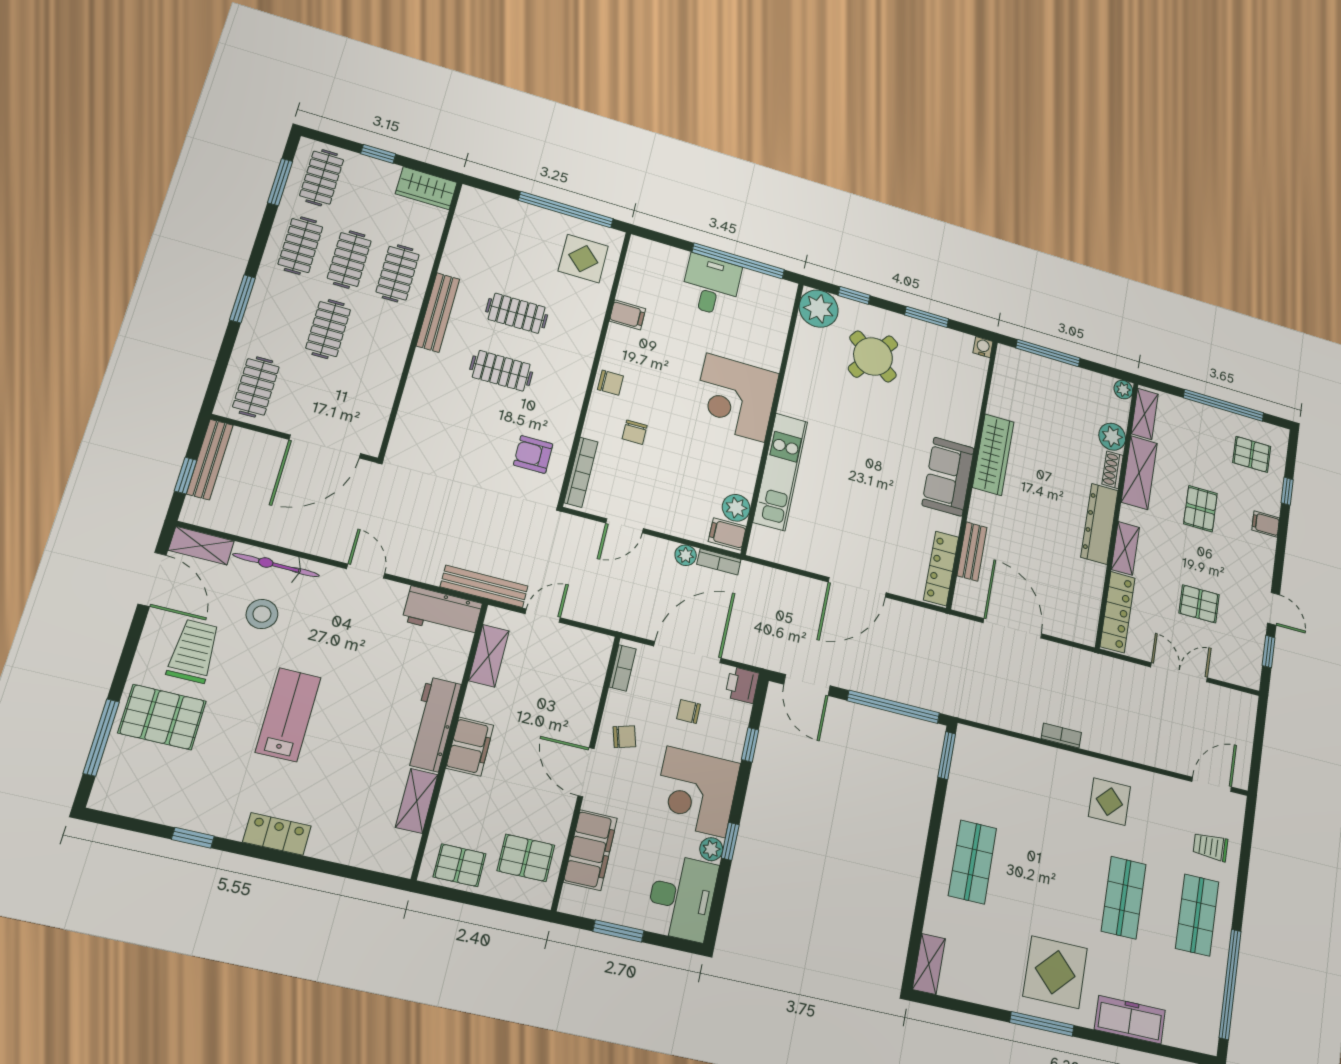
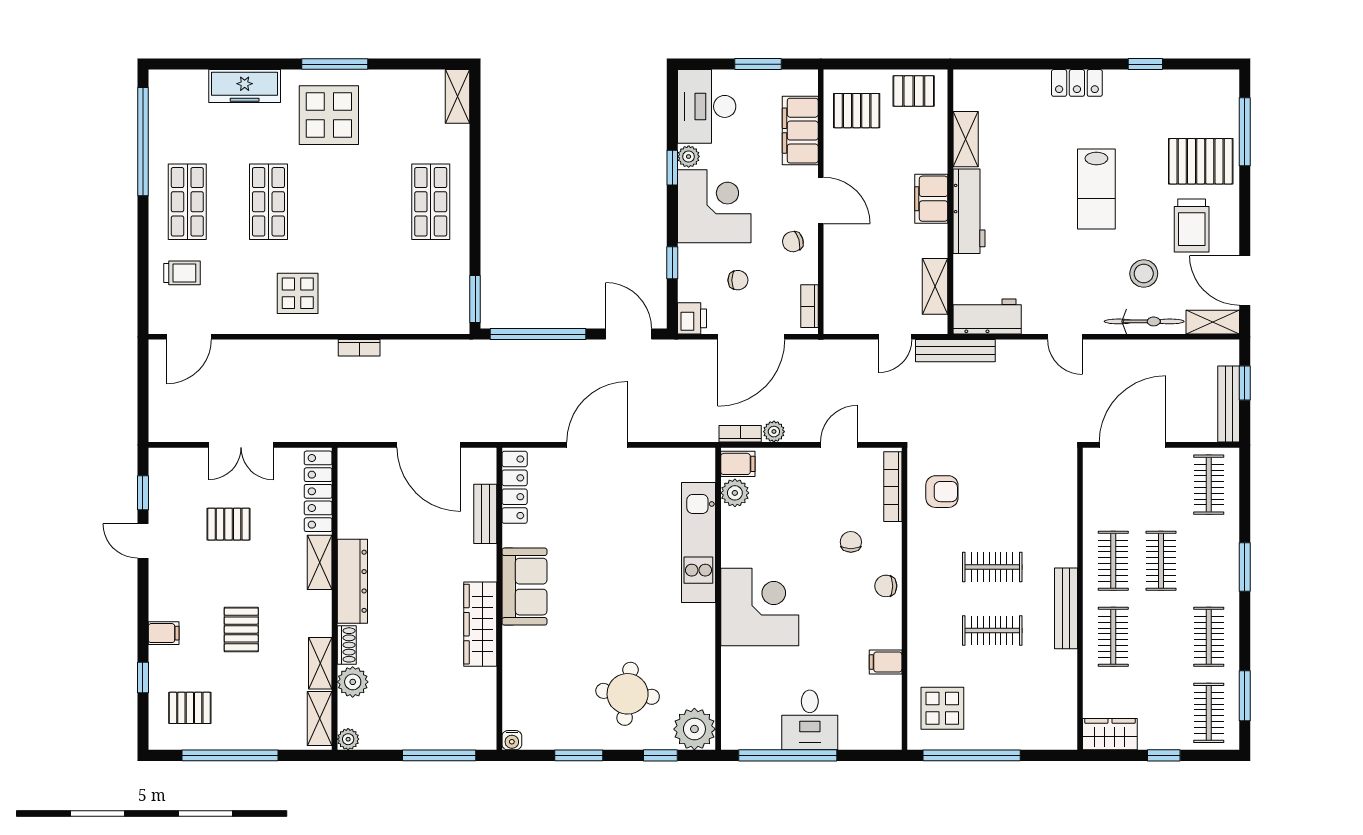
clothes rail: (349, 259) -> (1113, 561), moved
round table: (873, 356) -> (628, 694), turned -30
shelving: (1139, 473) -> (320, 663), width x0.67, depth x0.75

